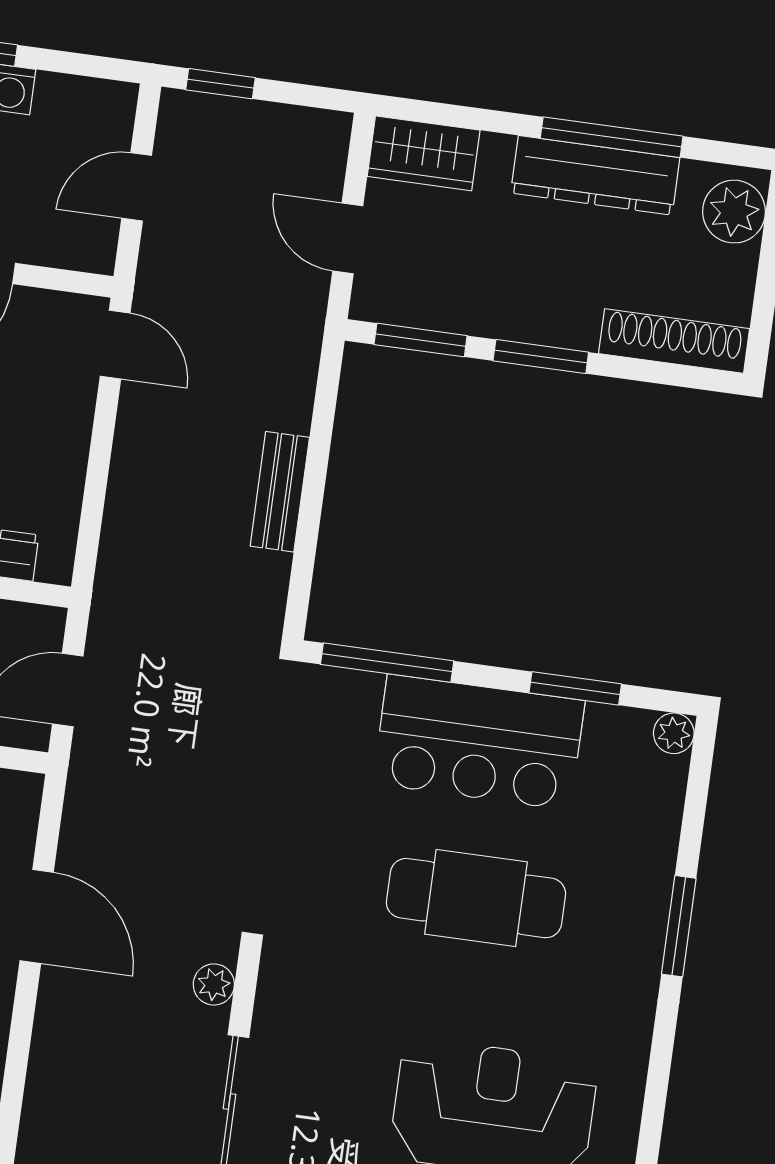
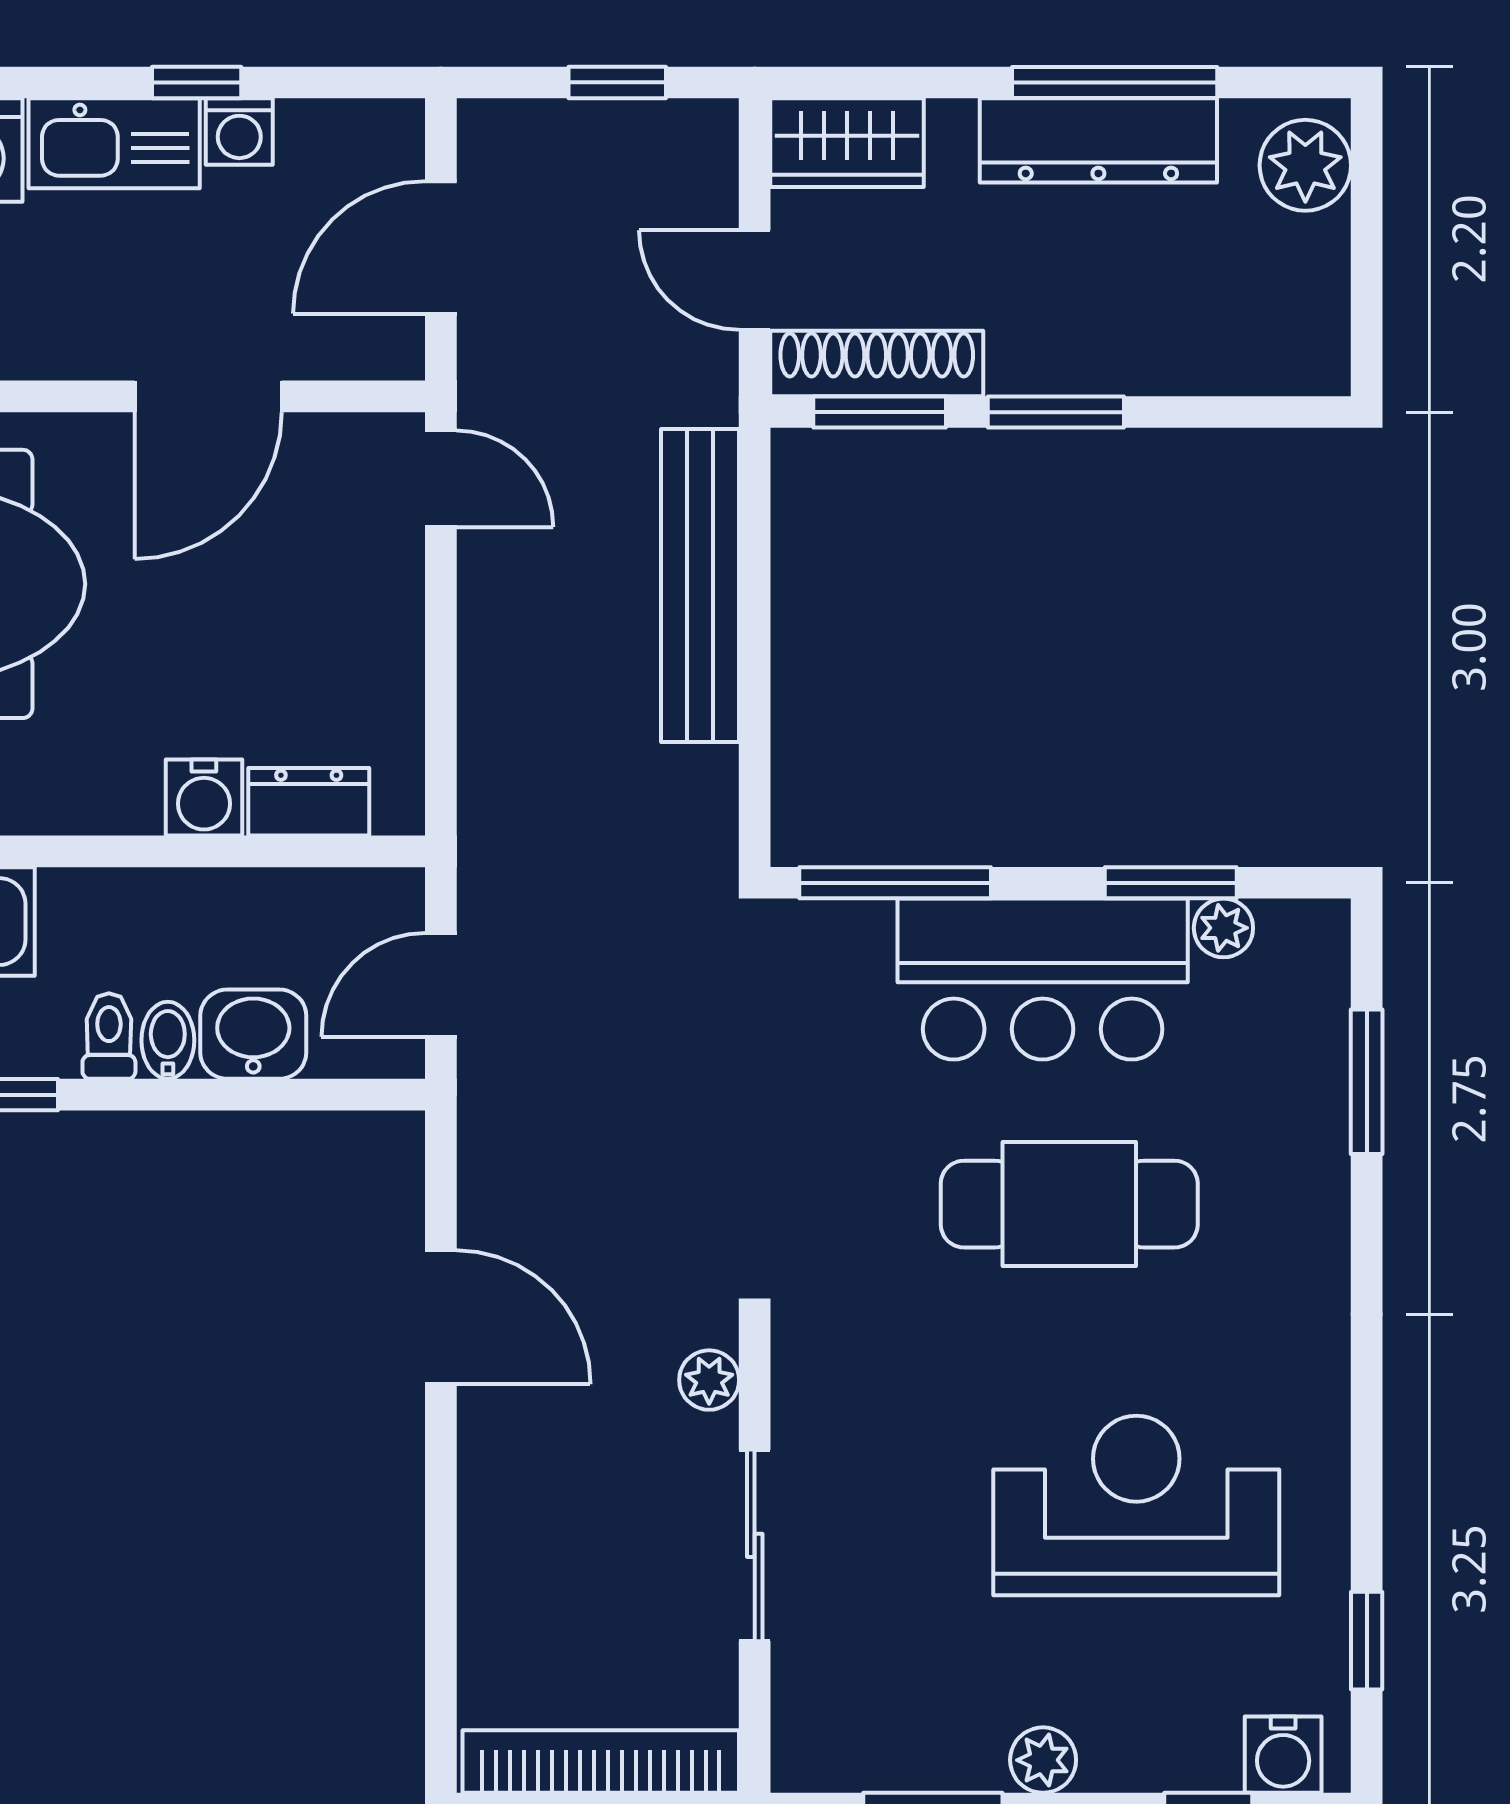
window: (220, 84) -> (617, 82), moved
door: (137, 187) -> (441, 247), width x1.38
shoe rack: (674, 341) -> (877, 363), moved
bench: (280, 492) -> (700, 585), width x1.86, depth x1.21
plant: (674, 733) -> (1223, 928), moved
window: (679, 926) -> (1367, 1082), moved

